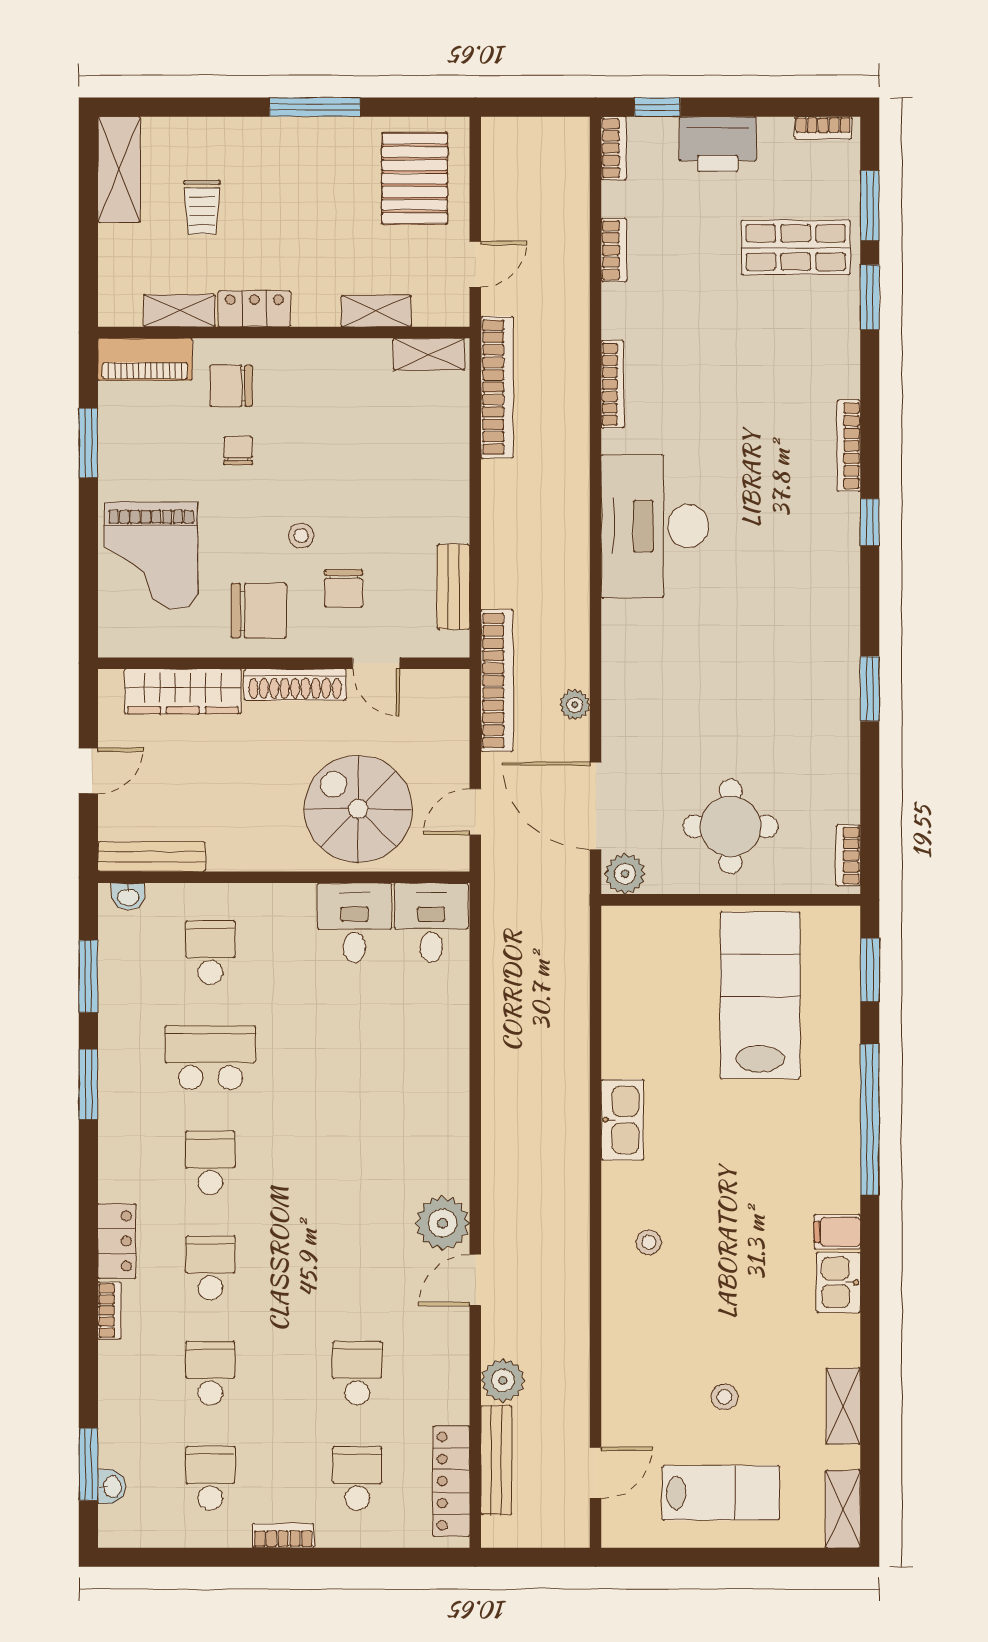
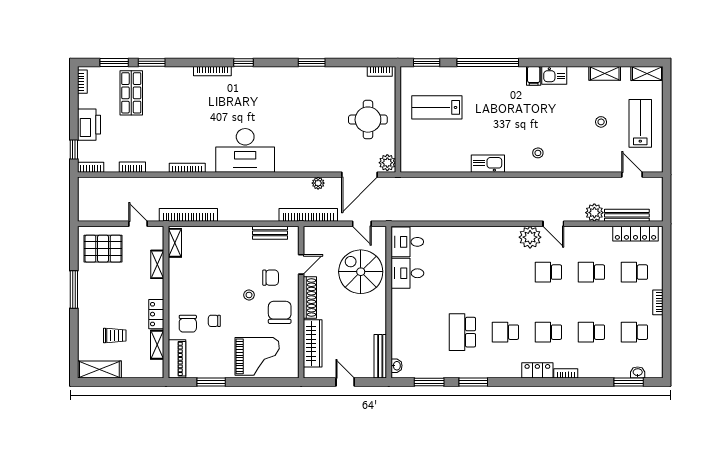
spiral stairs: (358, 809) -> (361, 272), turned 90
school desk: (210, 953) -> (548, 272), moved
lab bench: (760, 995) -> (437, 107), width x0.73, depth x0.72

